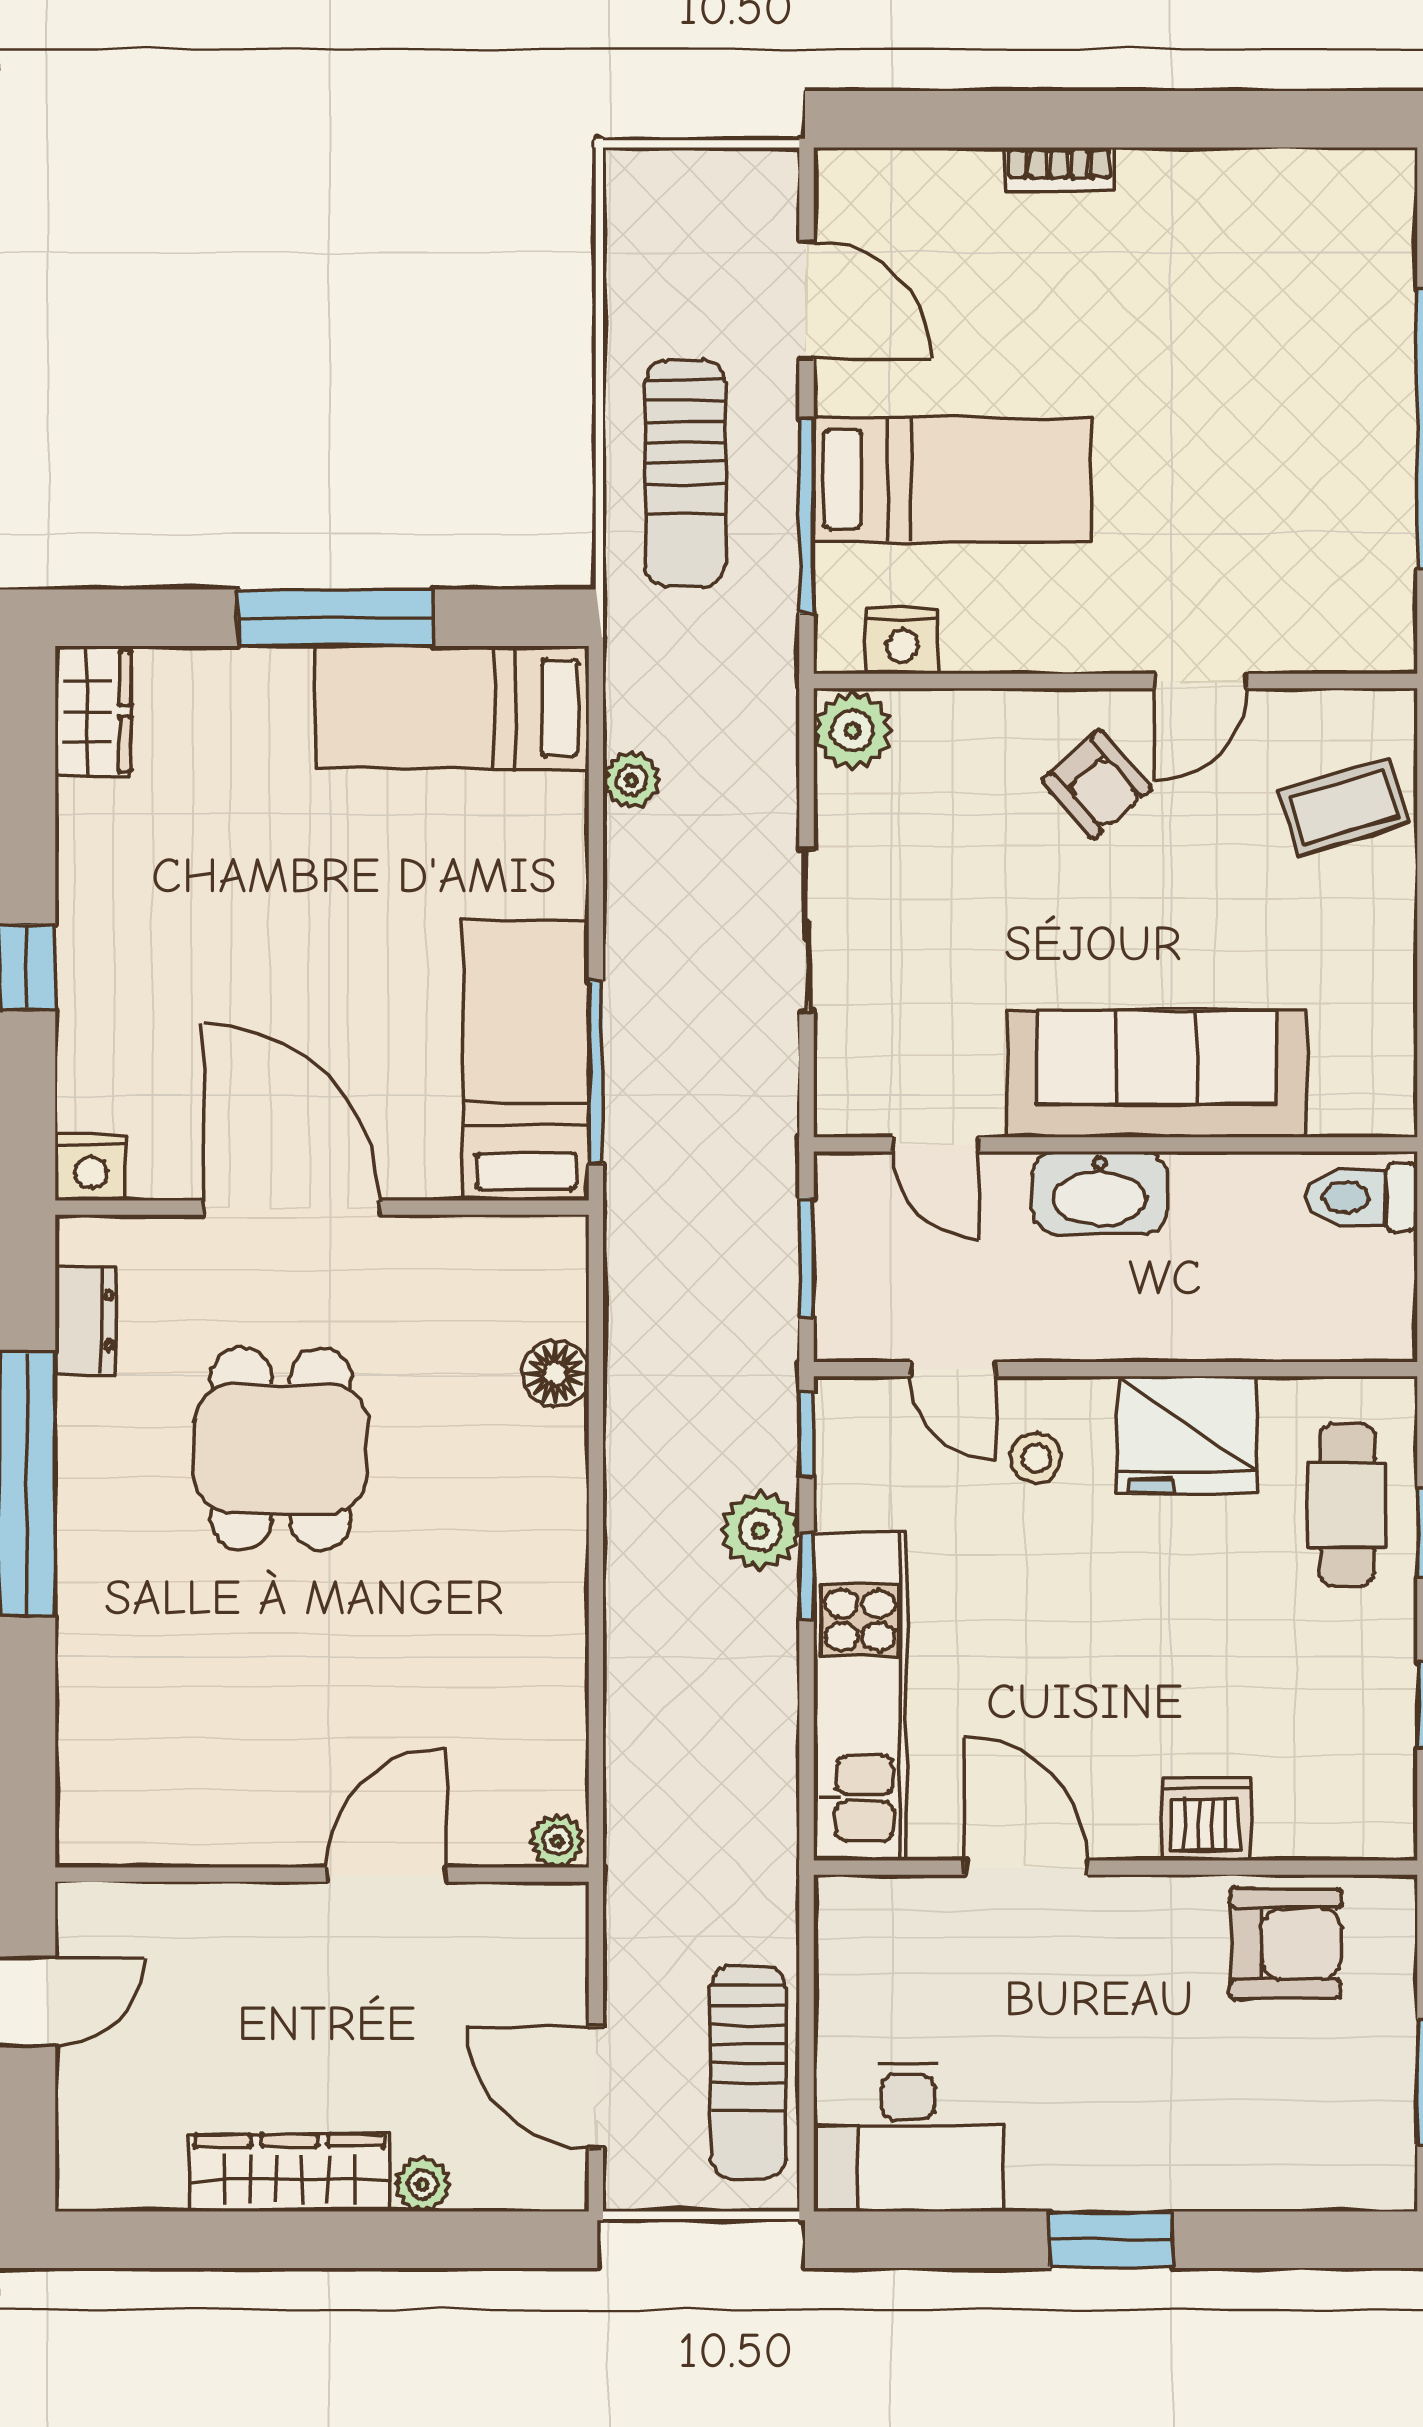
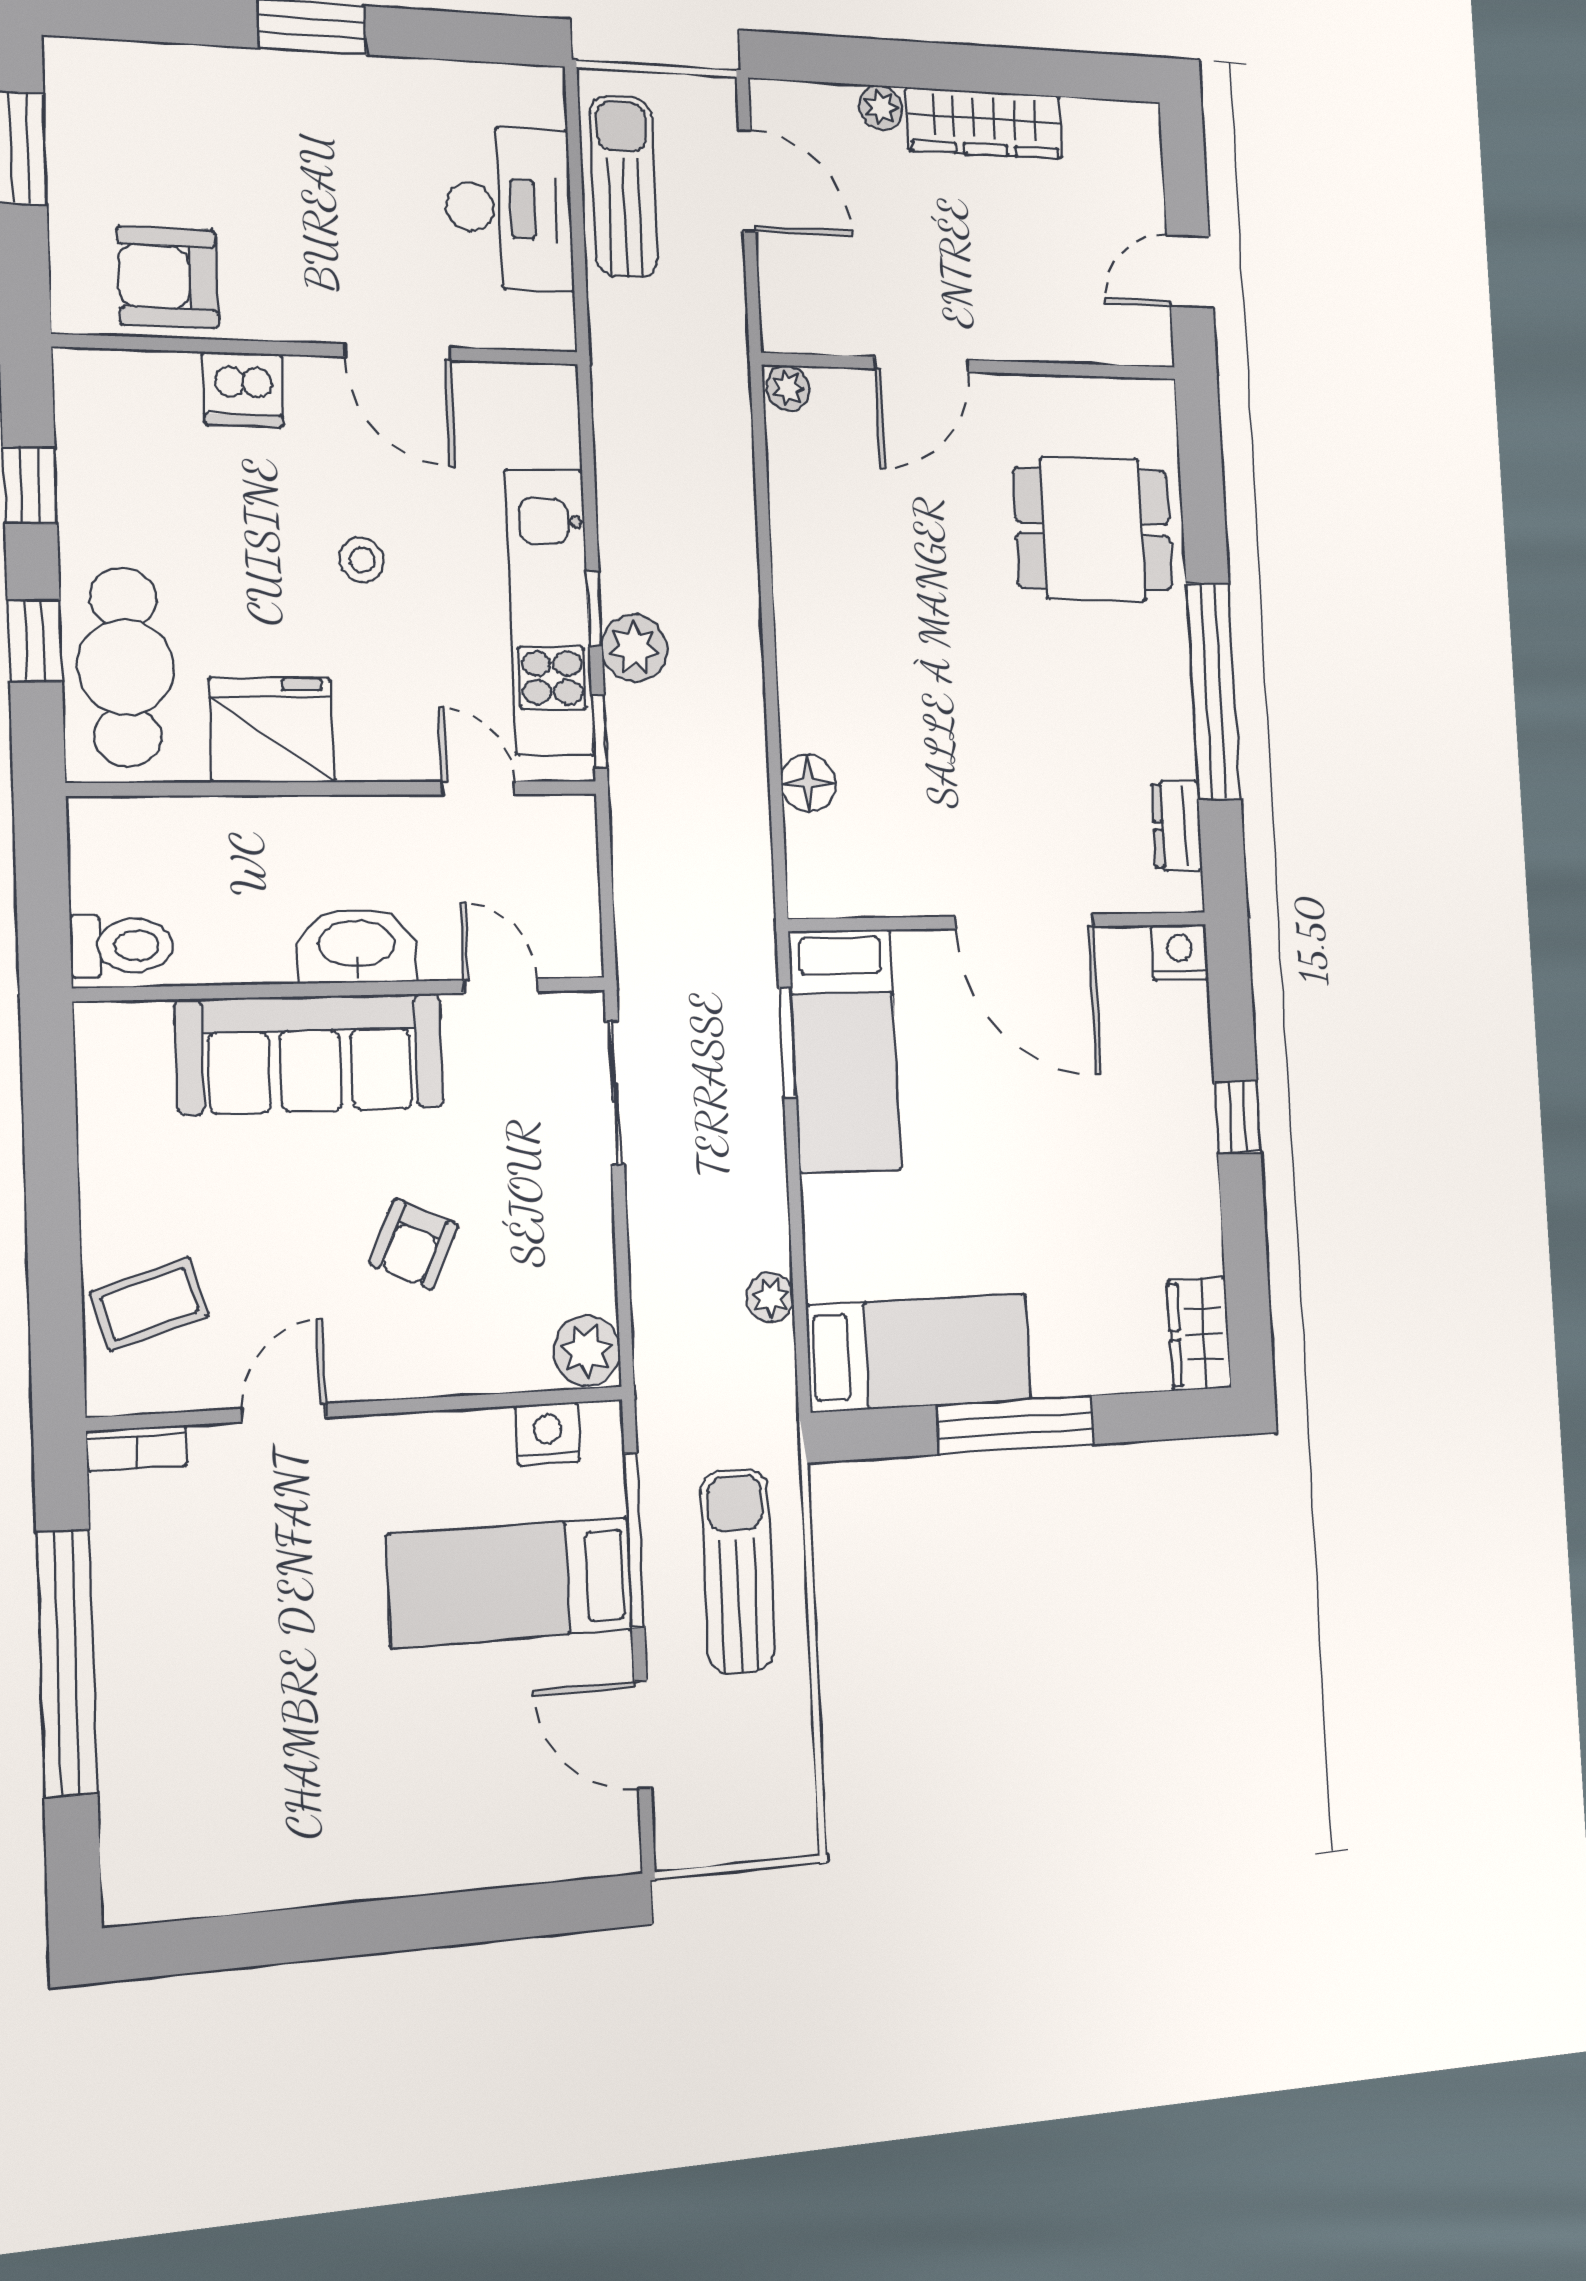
bookcase: (1059, 169) -> (137, 1448), moved, turned 180
armchair: (1097, 784) -> (414, 1244), moved, turned -114
sliding door: (806, 931) -> (615, 1093), moved
window: (596, 1072) -> (787, 1042), width x0.69
window: (806, 1258) -> (606, 885), removed
dining table: (281, 1449) -> (1093, 529), moved, turned 90
stool: (1036, 1458) -> (362, 560), moved
cafe table: (1347, 1504) -> (126, 667), width x1.37, depth x1.35
kitchen unit: (860, 1696) -> (549, 612), moved
desk: (908, 2137) -> (509, 208), moved, turned 90

